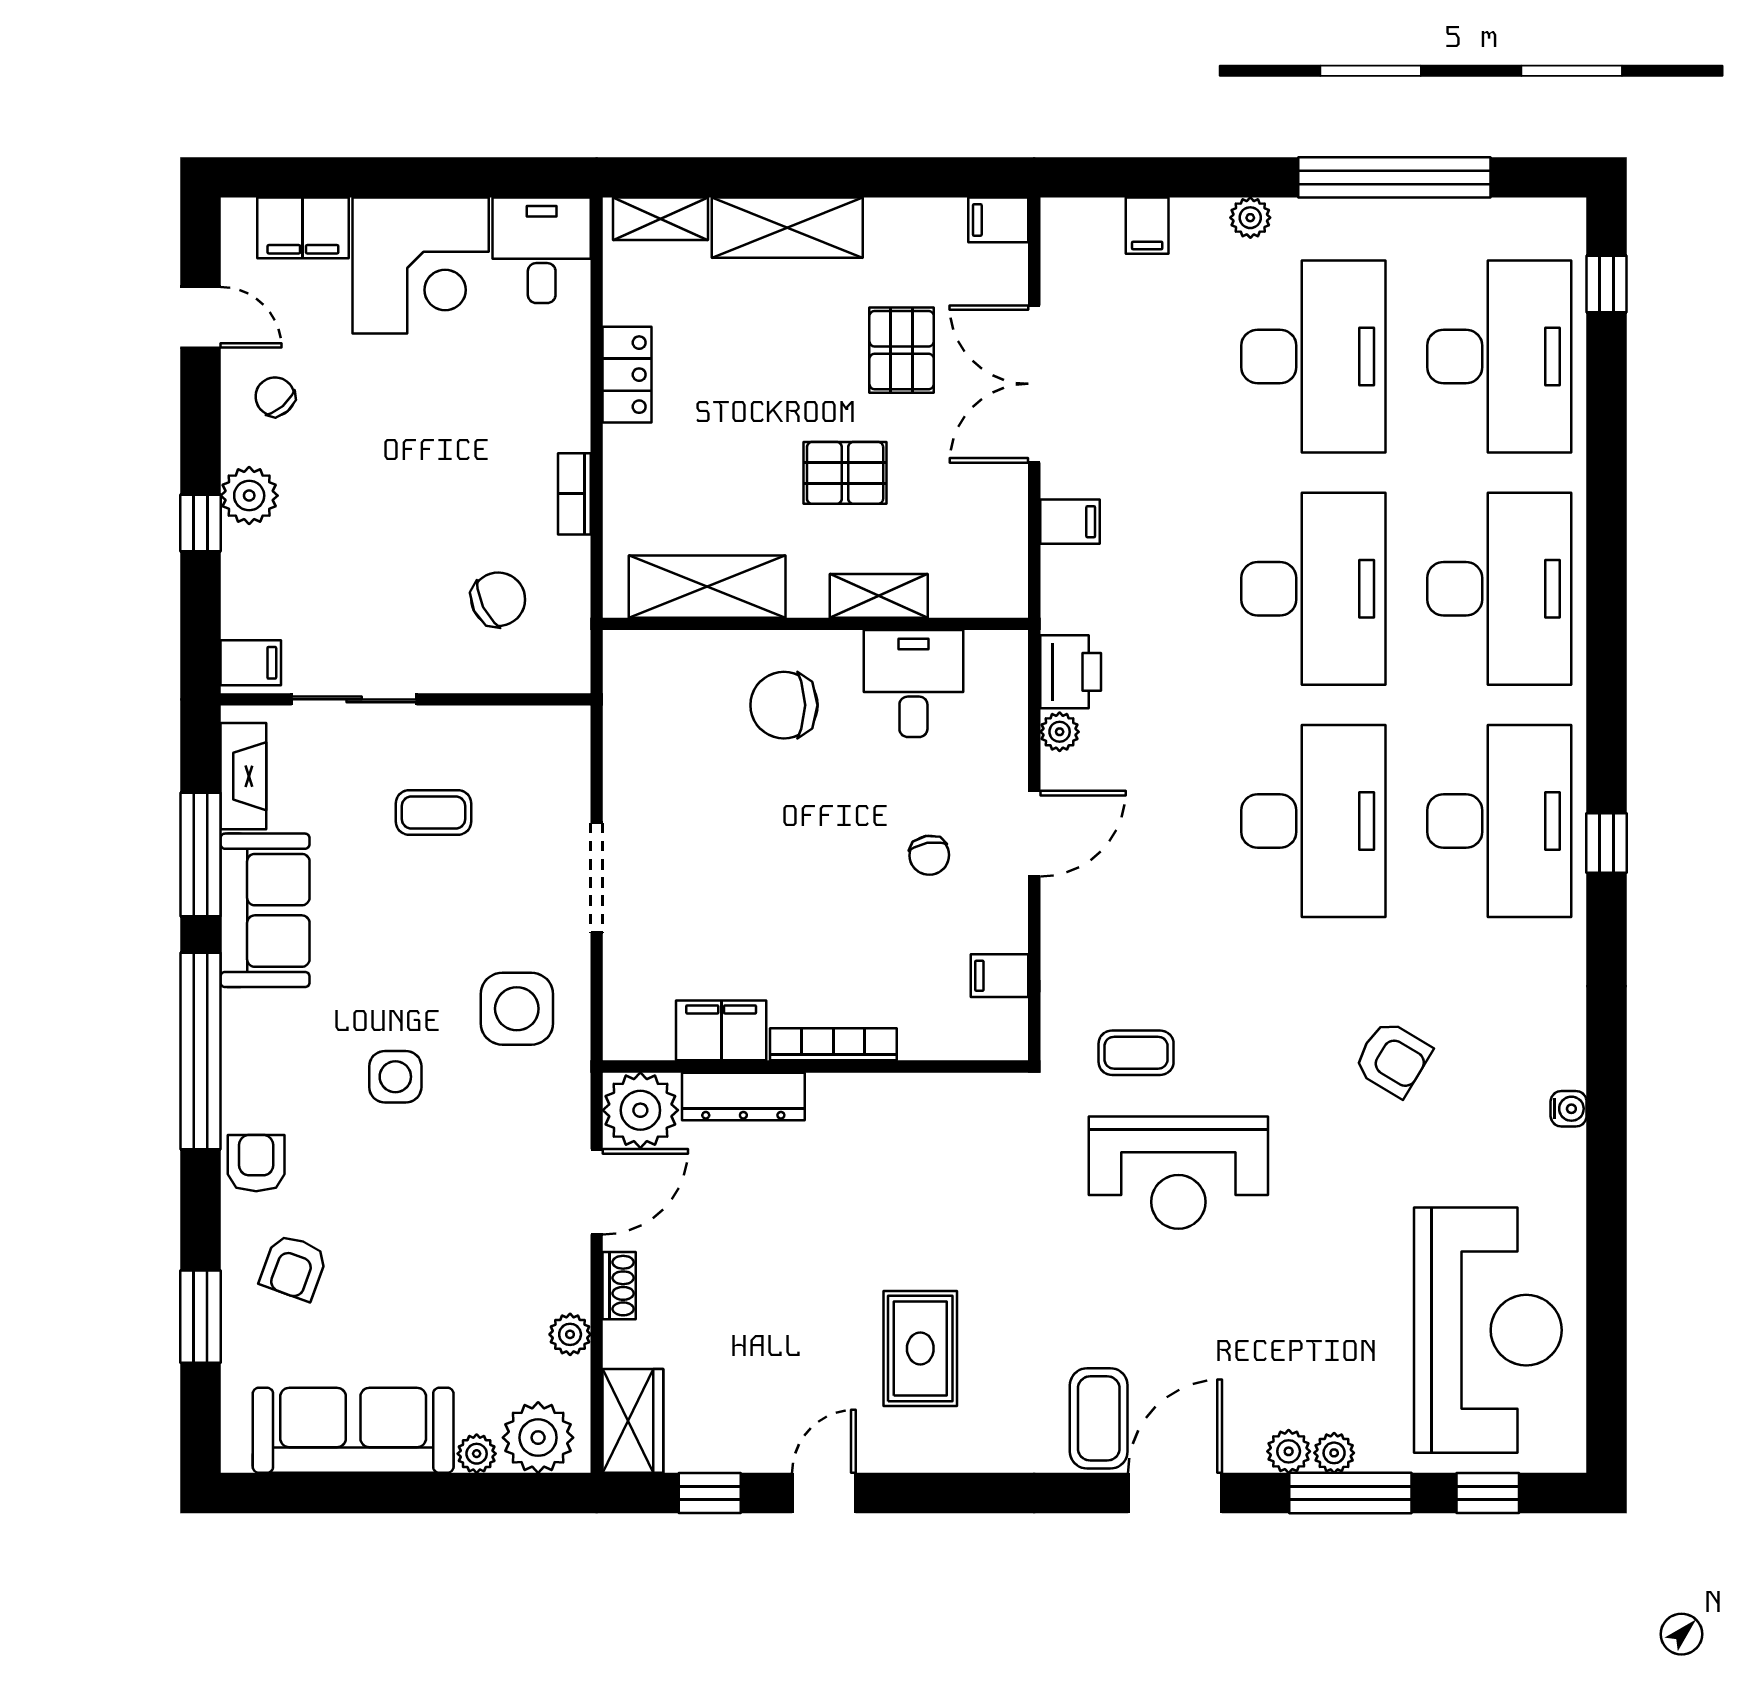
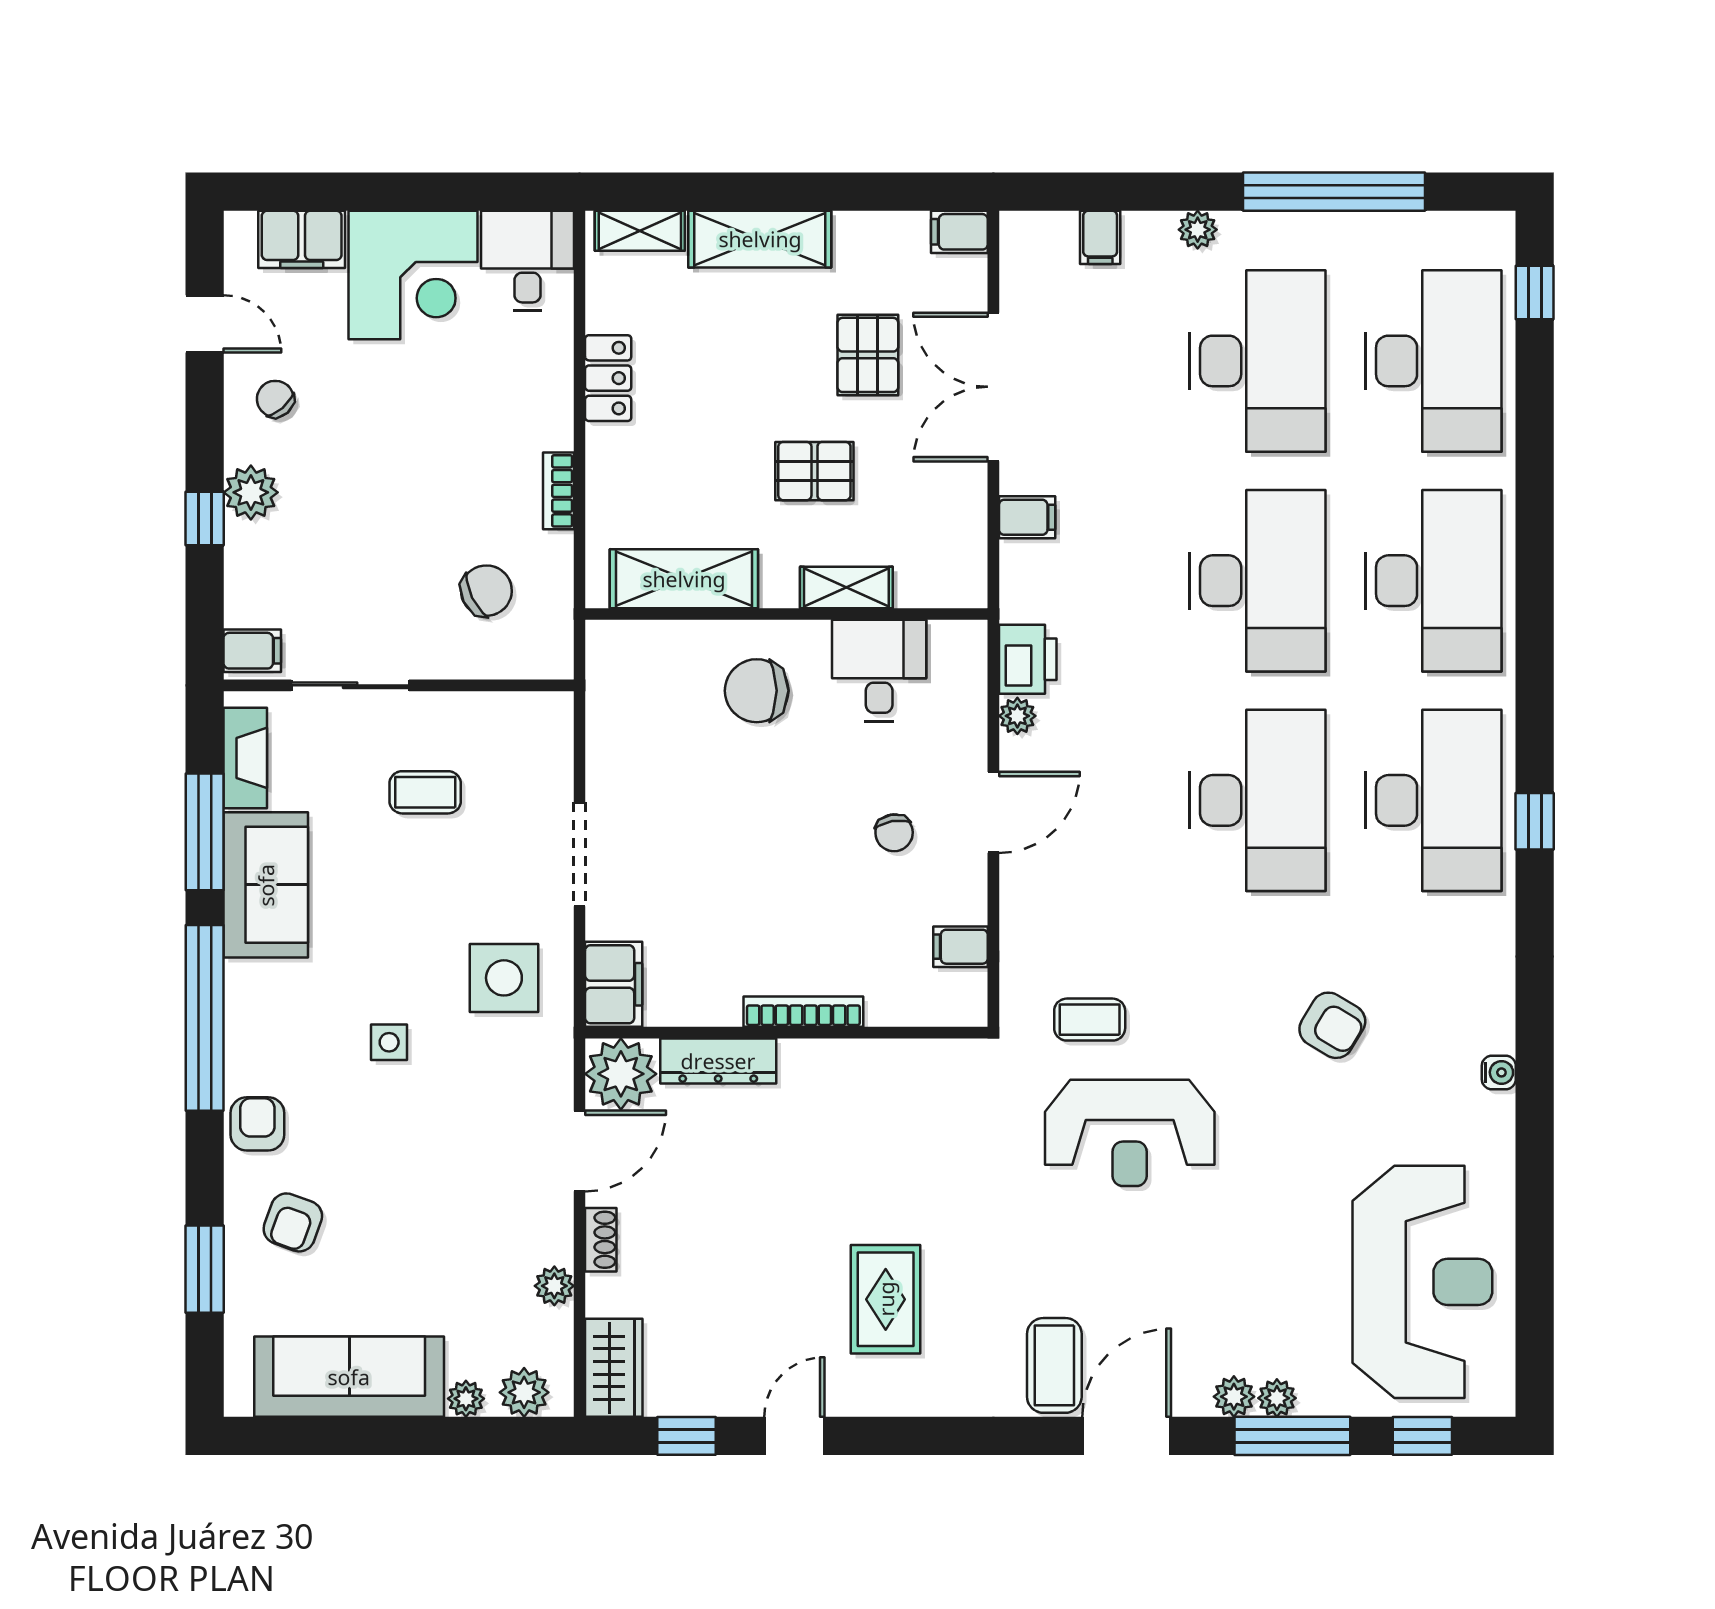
filing cabinet: (721, 1030) -> (614, 984), moved, turned 90
side table: (395, 1077) -> (389, 1042), width x0.73, depth x0.73
plant: (538, 1438) -> (524, 1392), width x0.73, depth x0.73

